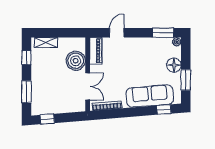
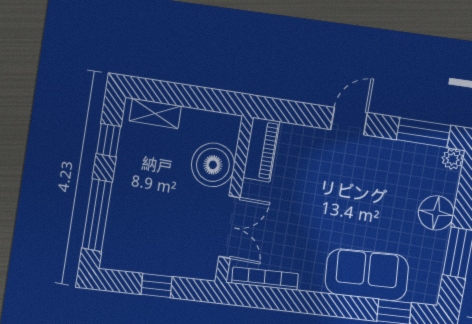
door: (117, 33) -> (349, 121), moved
window: (26, 92) -> (97, 215), width x1.44
sofa: (150, 96) -> (366, 275), width x0.73
window: (47, 119) -> (157, 286), moved

